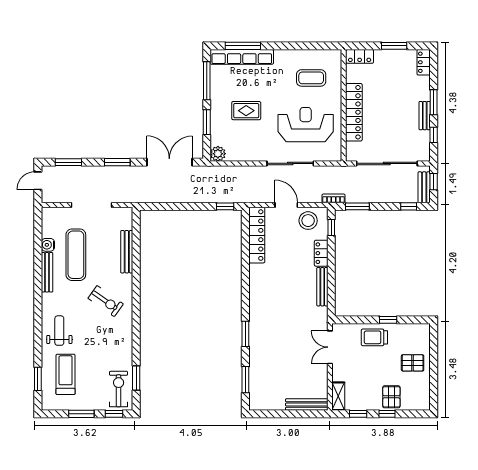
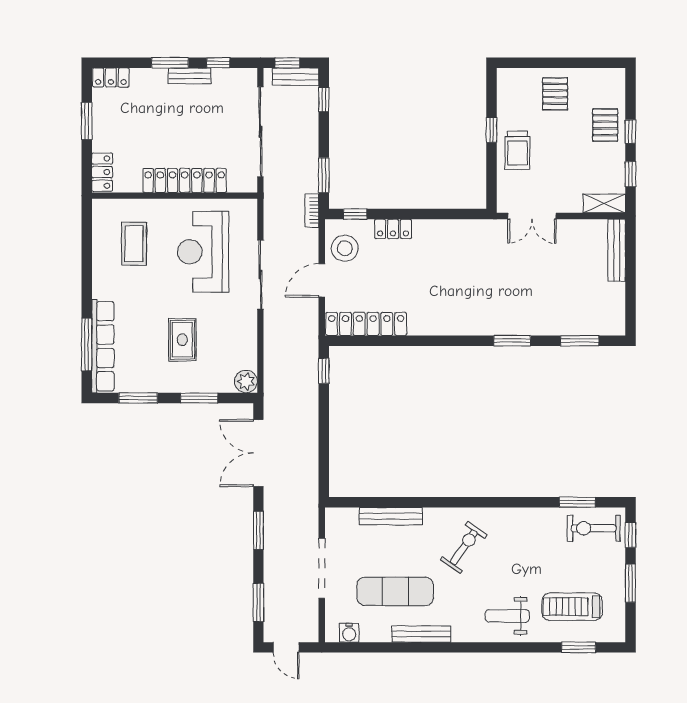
window: (207, 81) -> (138, 398), width x0.69
water cooler: (48, 245) -> (349, 633), moved
bench: (322, 287) -> (443, 227), removed
pallet: (391, 397) -> (605, 125), turned 90

